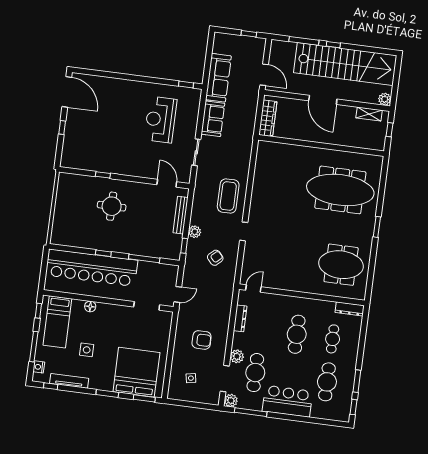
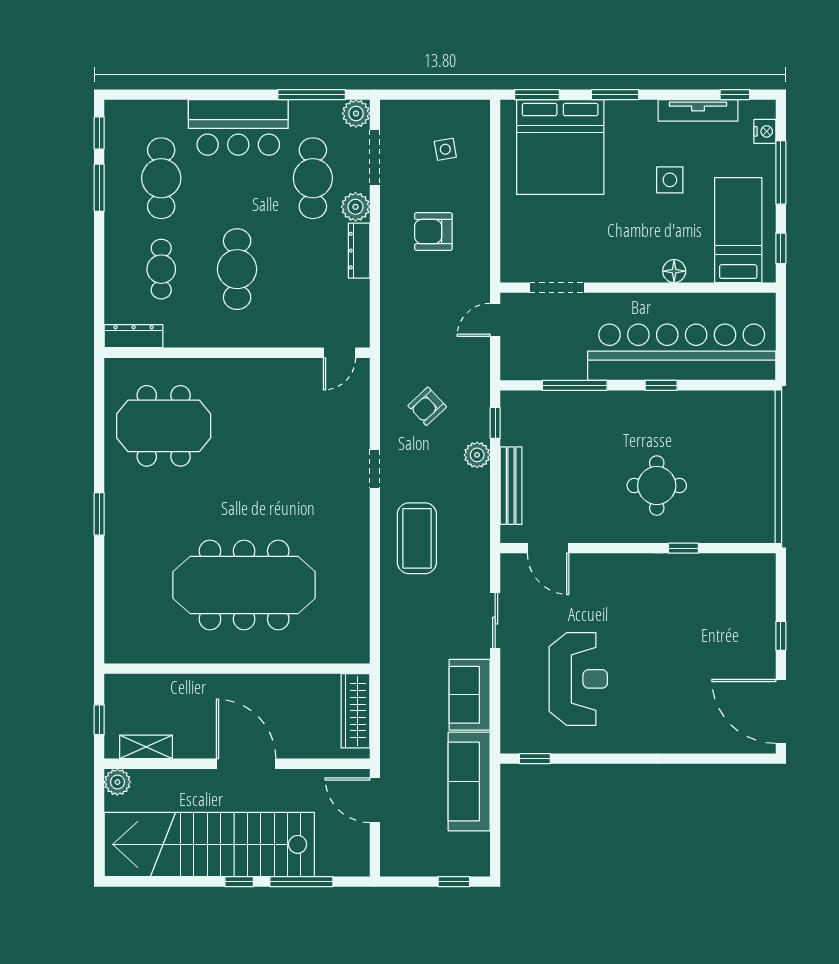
window: (249, 34) -> (454, 882), moved
meeting table: (340, 190) -> (244, 585), moved
dresser: (240, 318) -> (359, 251), moved

